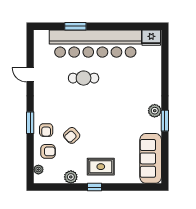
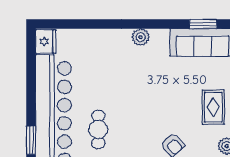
window: (165, 121) -> (203, 24), moved

